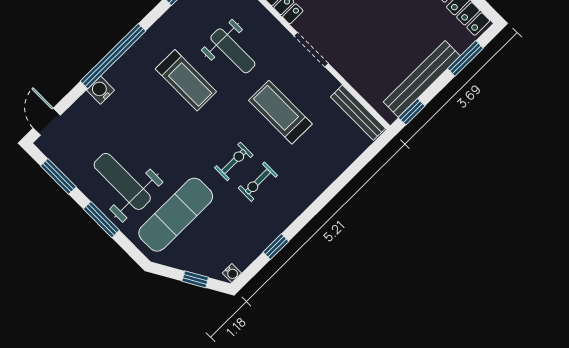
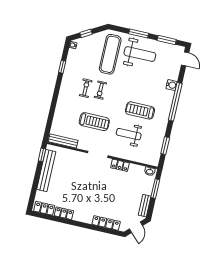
window: (465, 58) -> (34, 190), removed

